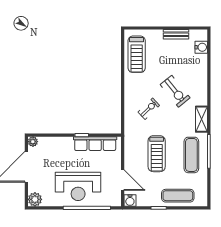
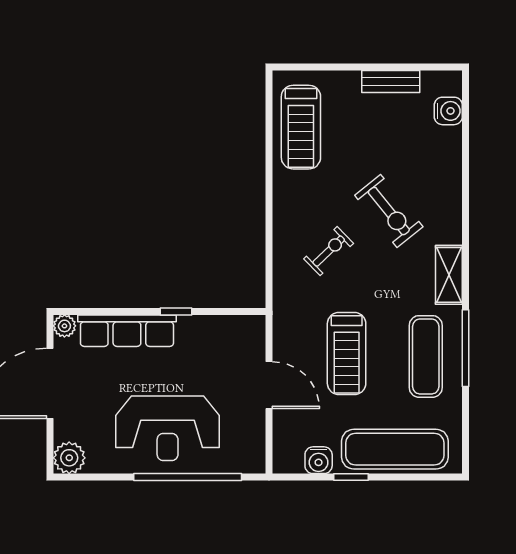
row of seats: (95, 144) -> (127, 331), moved
door: (123, 180) -> (269, 385), moved
exercise mat: (178, 196) -> (395, 449), width x1.36, depth x1.45
water cooler: (130, 201) -> (319, 460), moved

